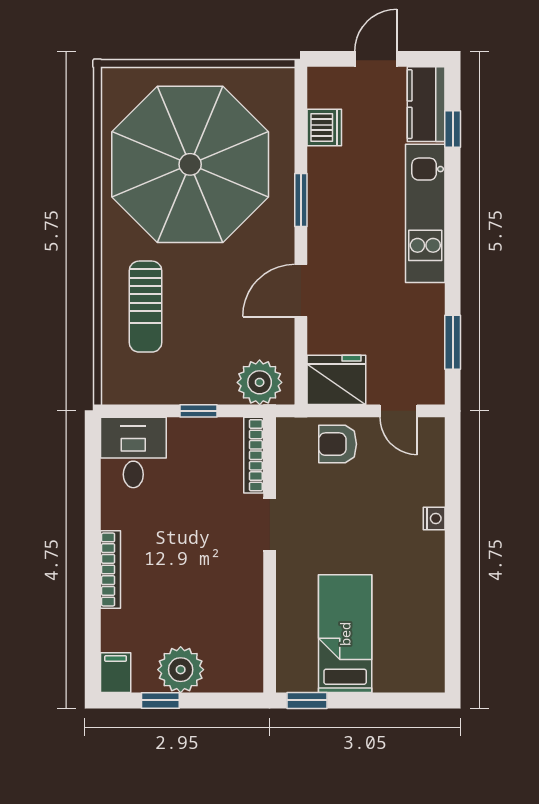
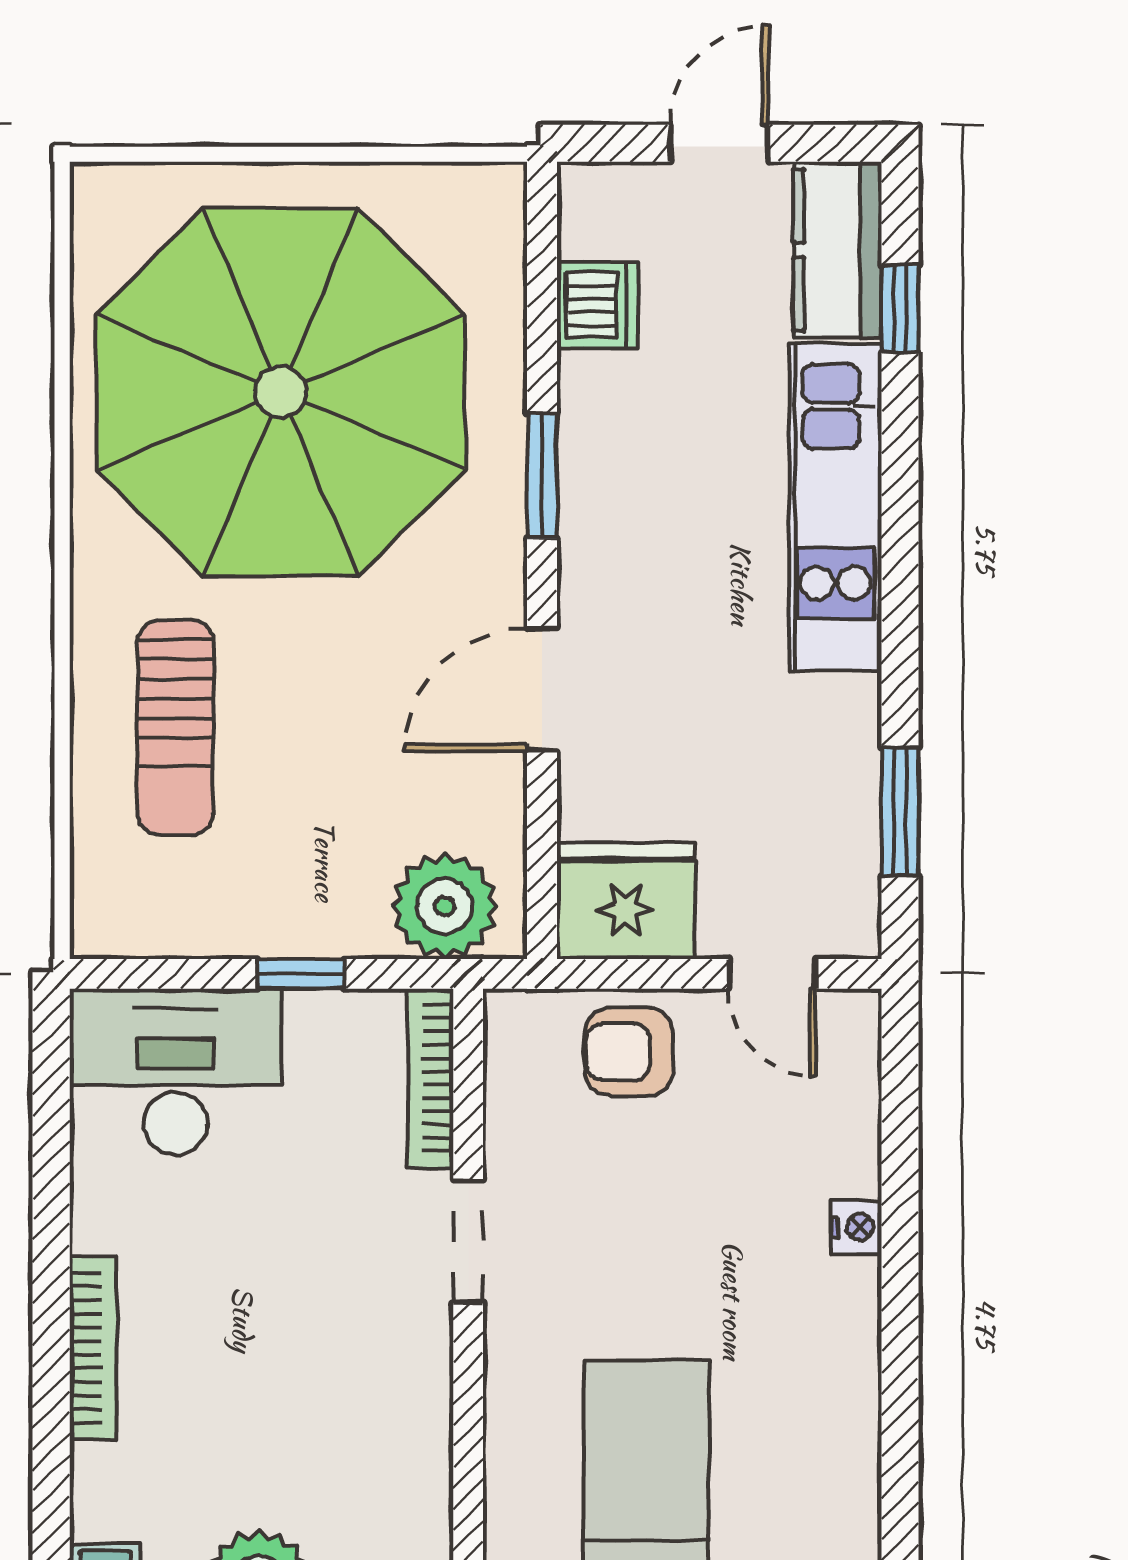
desk: (133, 453) -> (175, 1072), width x1.37

